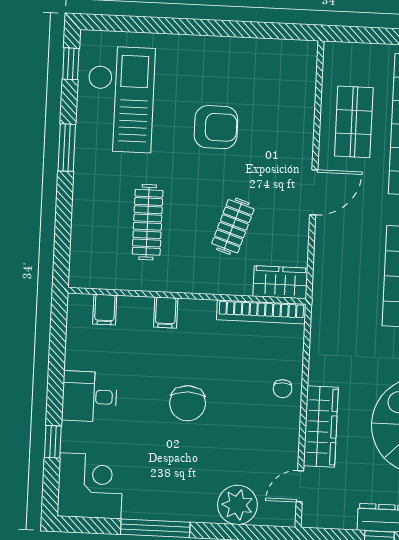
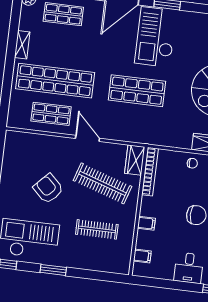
armchair: (216, 127) -> (48, 189), turned -46
clothes rail: (233, 226) -> (102, 183), width x1.86, depth x1.31

